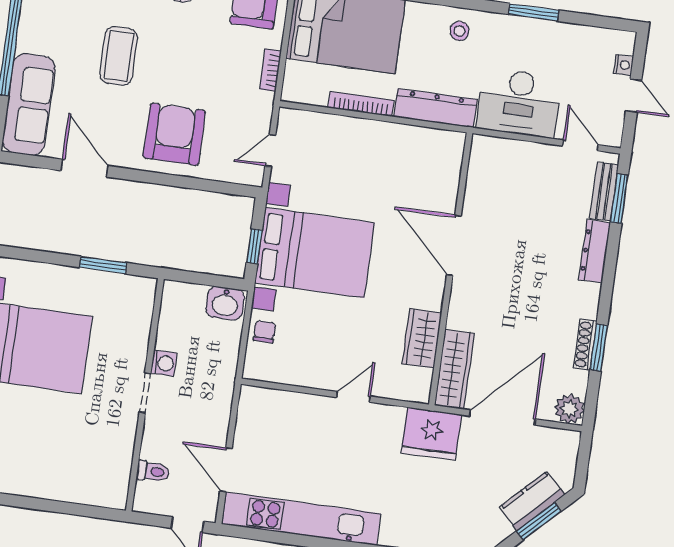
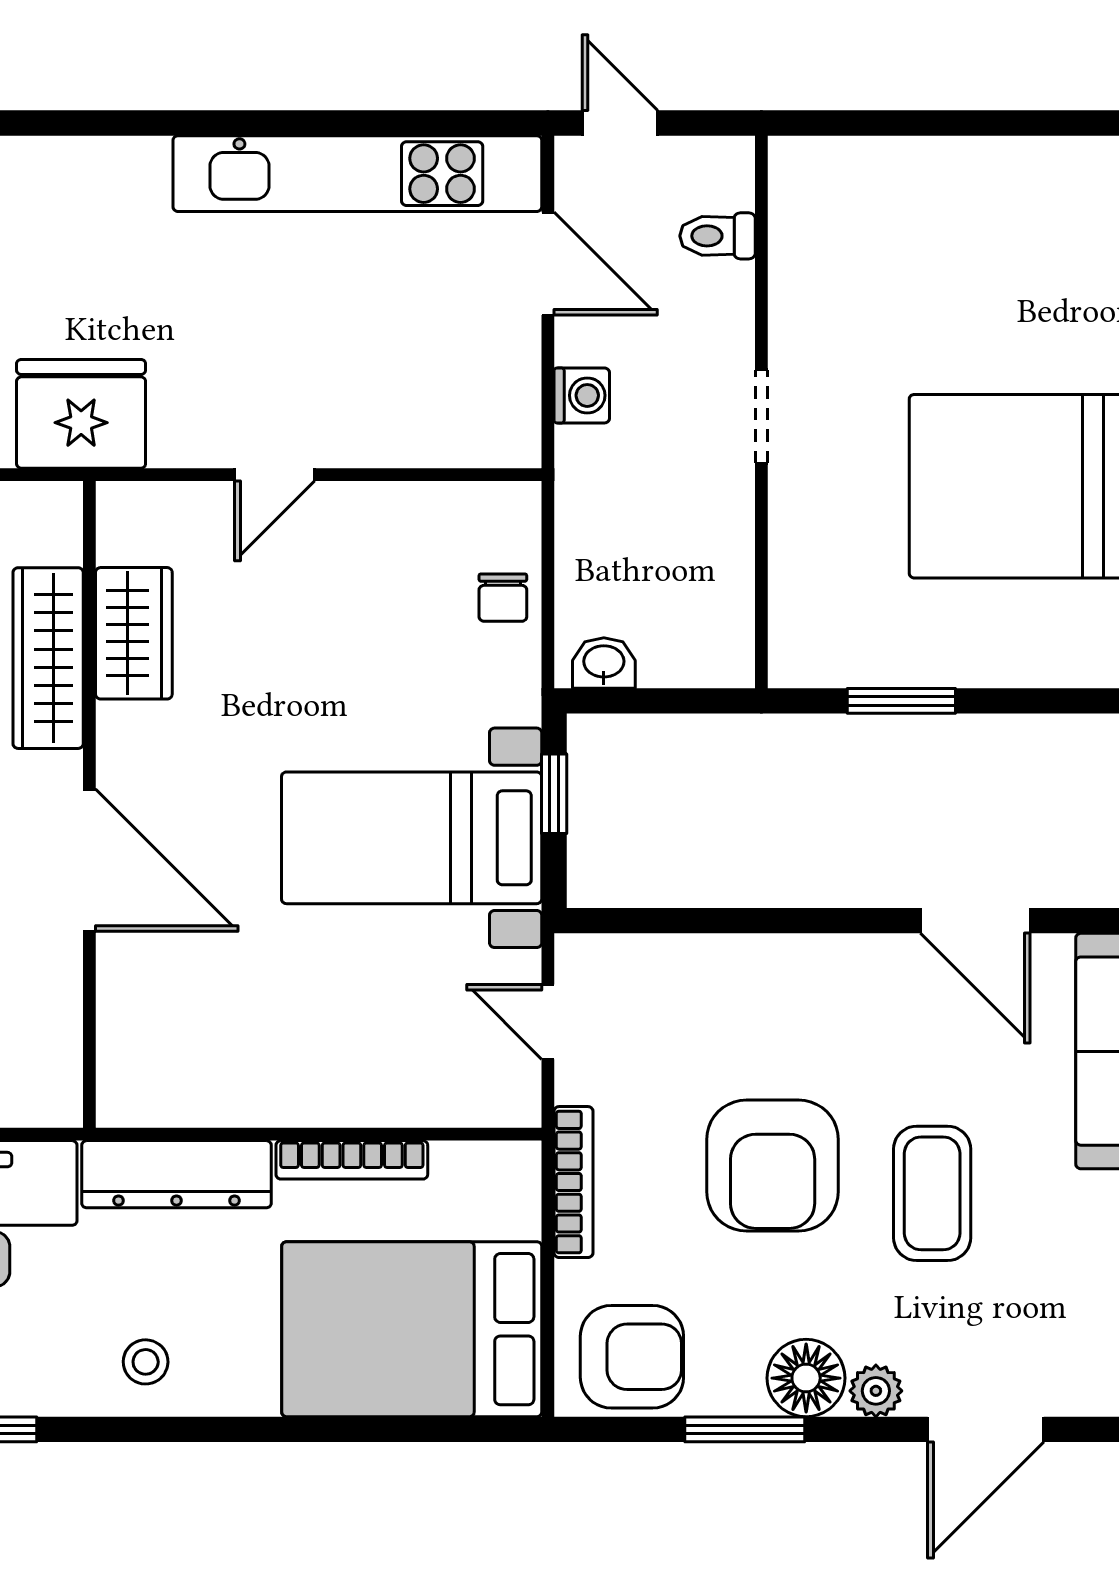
bookcase: (270, 70) -> (573, 1182), width x1.56
armchair: (174, 134) -> (773, 1166), moved
door: (270, 151) -> (548, 1022), swing flipped
bed with nightstands: (315, 253) -> (412, 838), width x0.73
washbasin: (225, 303) -> (604, 663), width x0.72, depth x0.69
washing machine: (164, 363) -> (582, 395), moved, turned 180
wardrobe: (454, 369) -> (48, 658), moved

